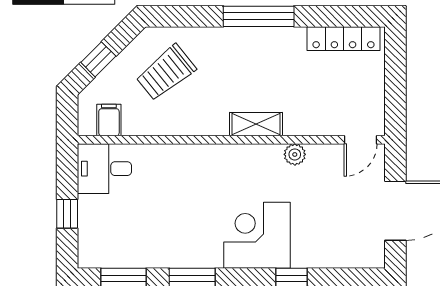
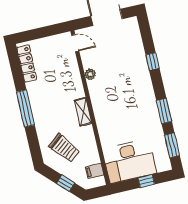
shelving: (256, 124) -> (83, 112), moved
desk: (104, 169) -> (129, 161), width x1.87, depth x1.30
corner desk: (257, 235) -> (135, 84), removed

